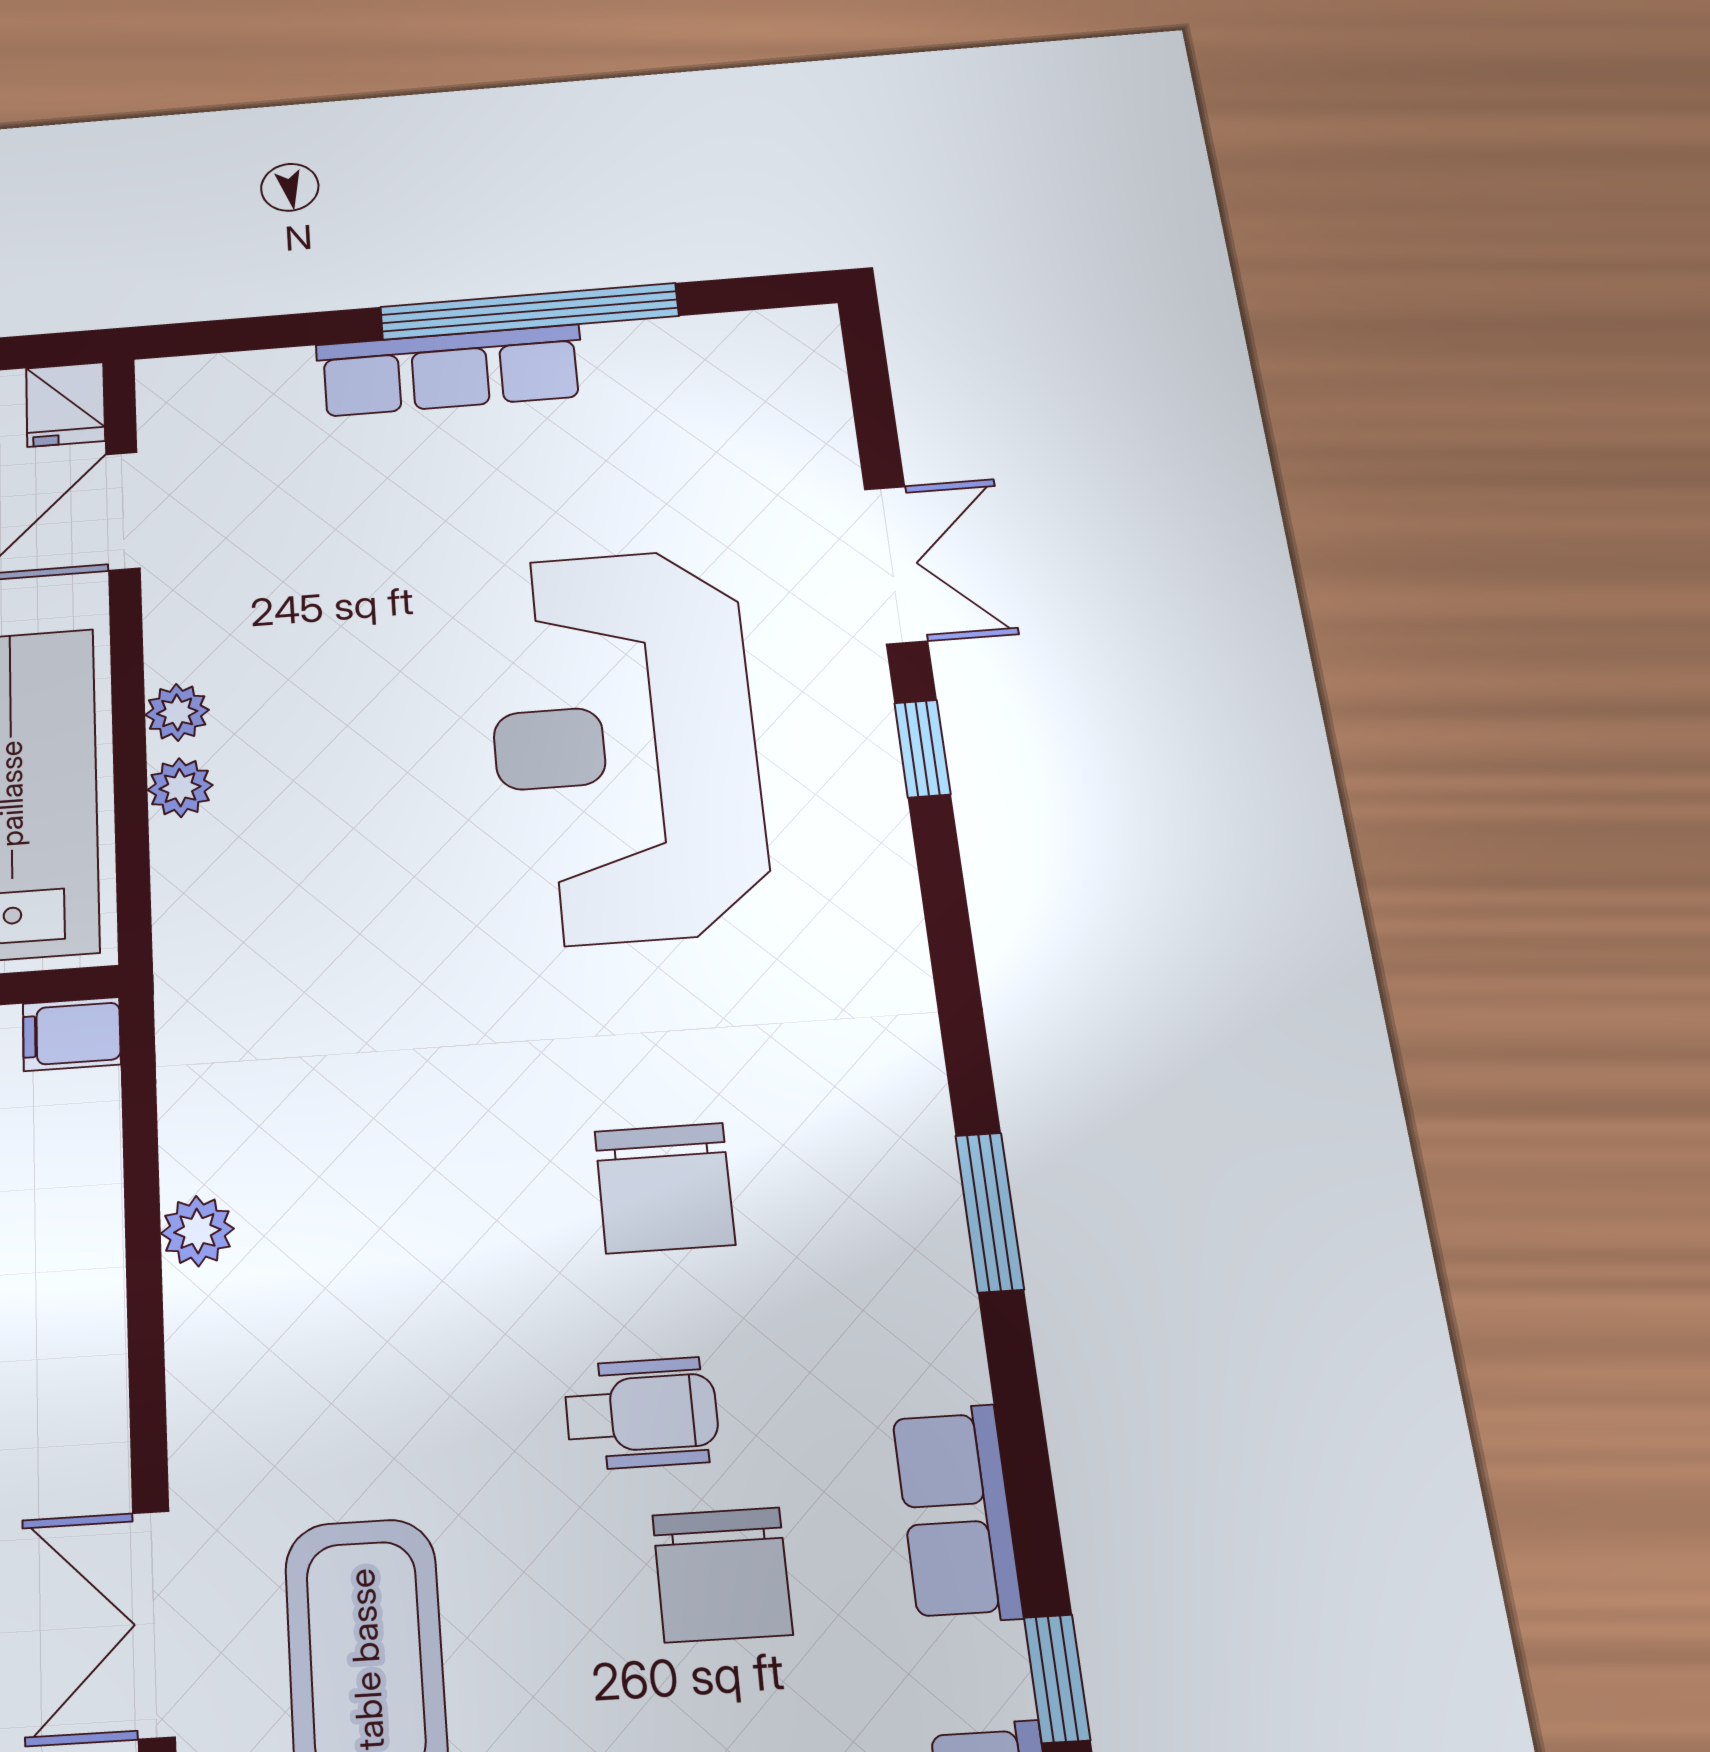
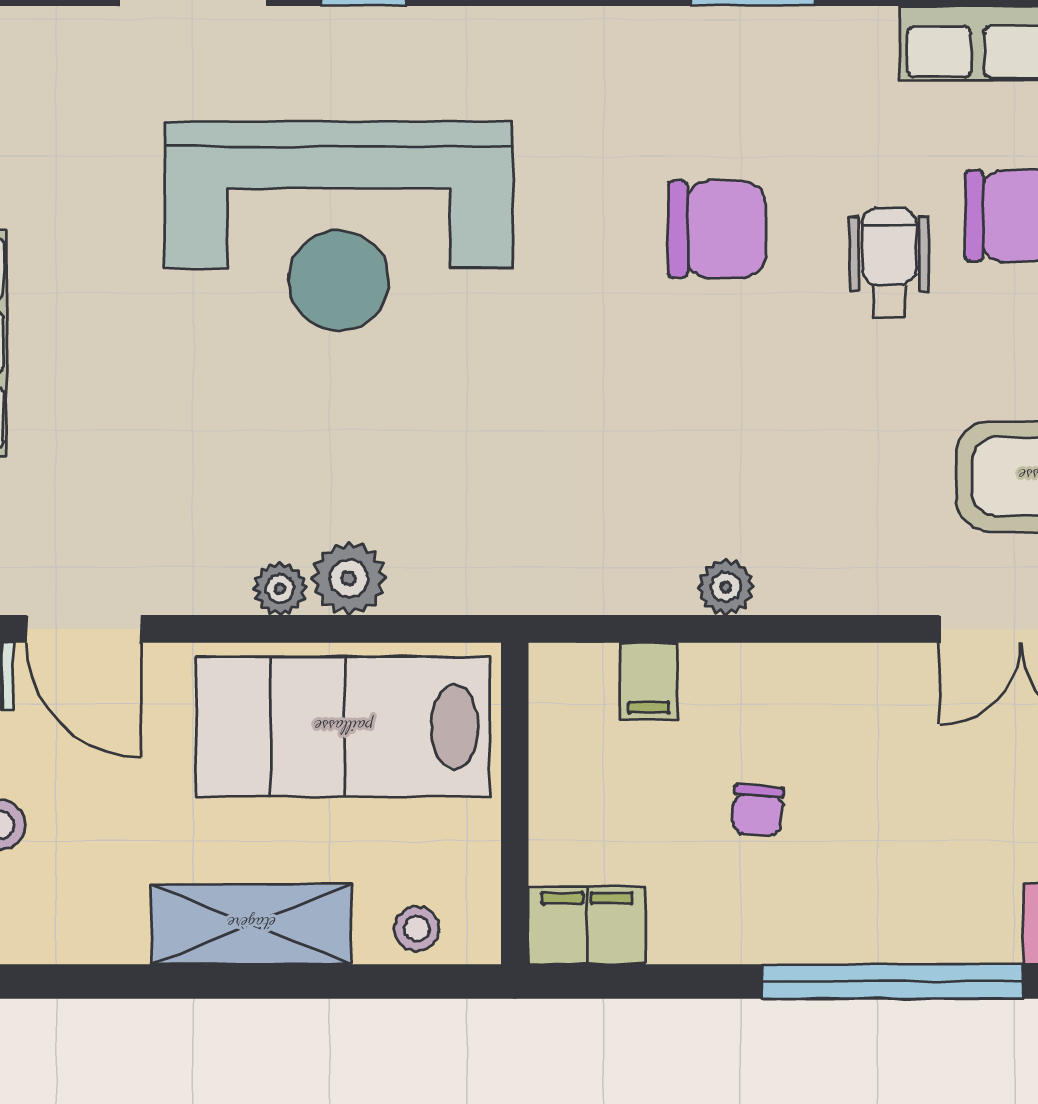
plant: (180, 788) -> (349, 578), width x1.38, depth x1.38
filing cabinet: (72, 1034) -> (649, 681), moved

